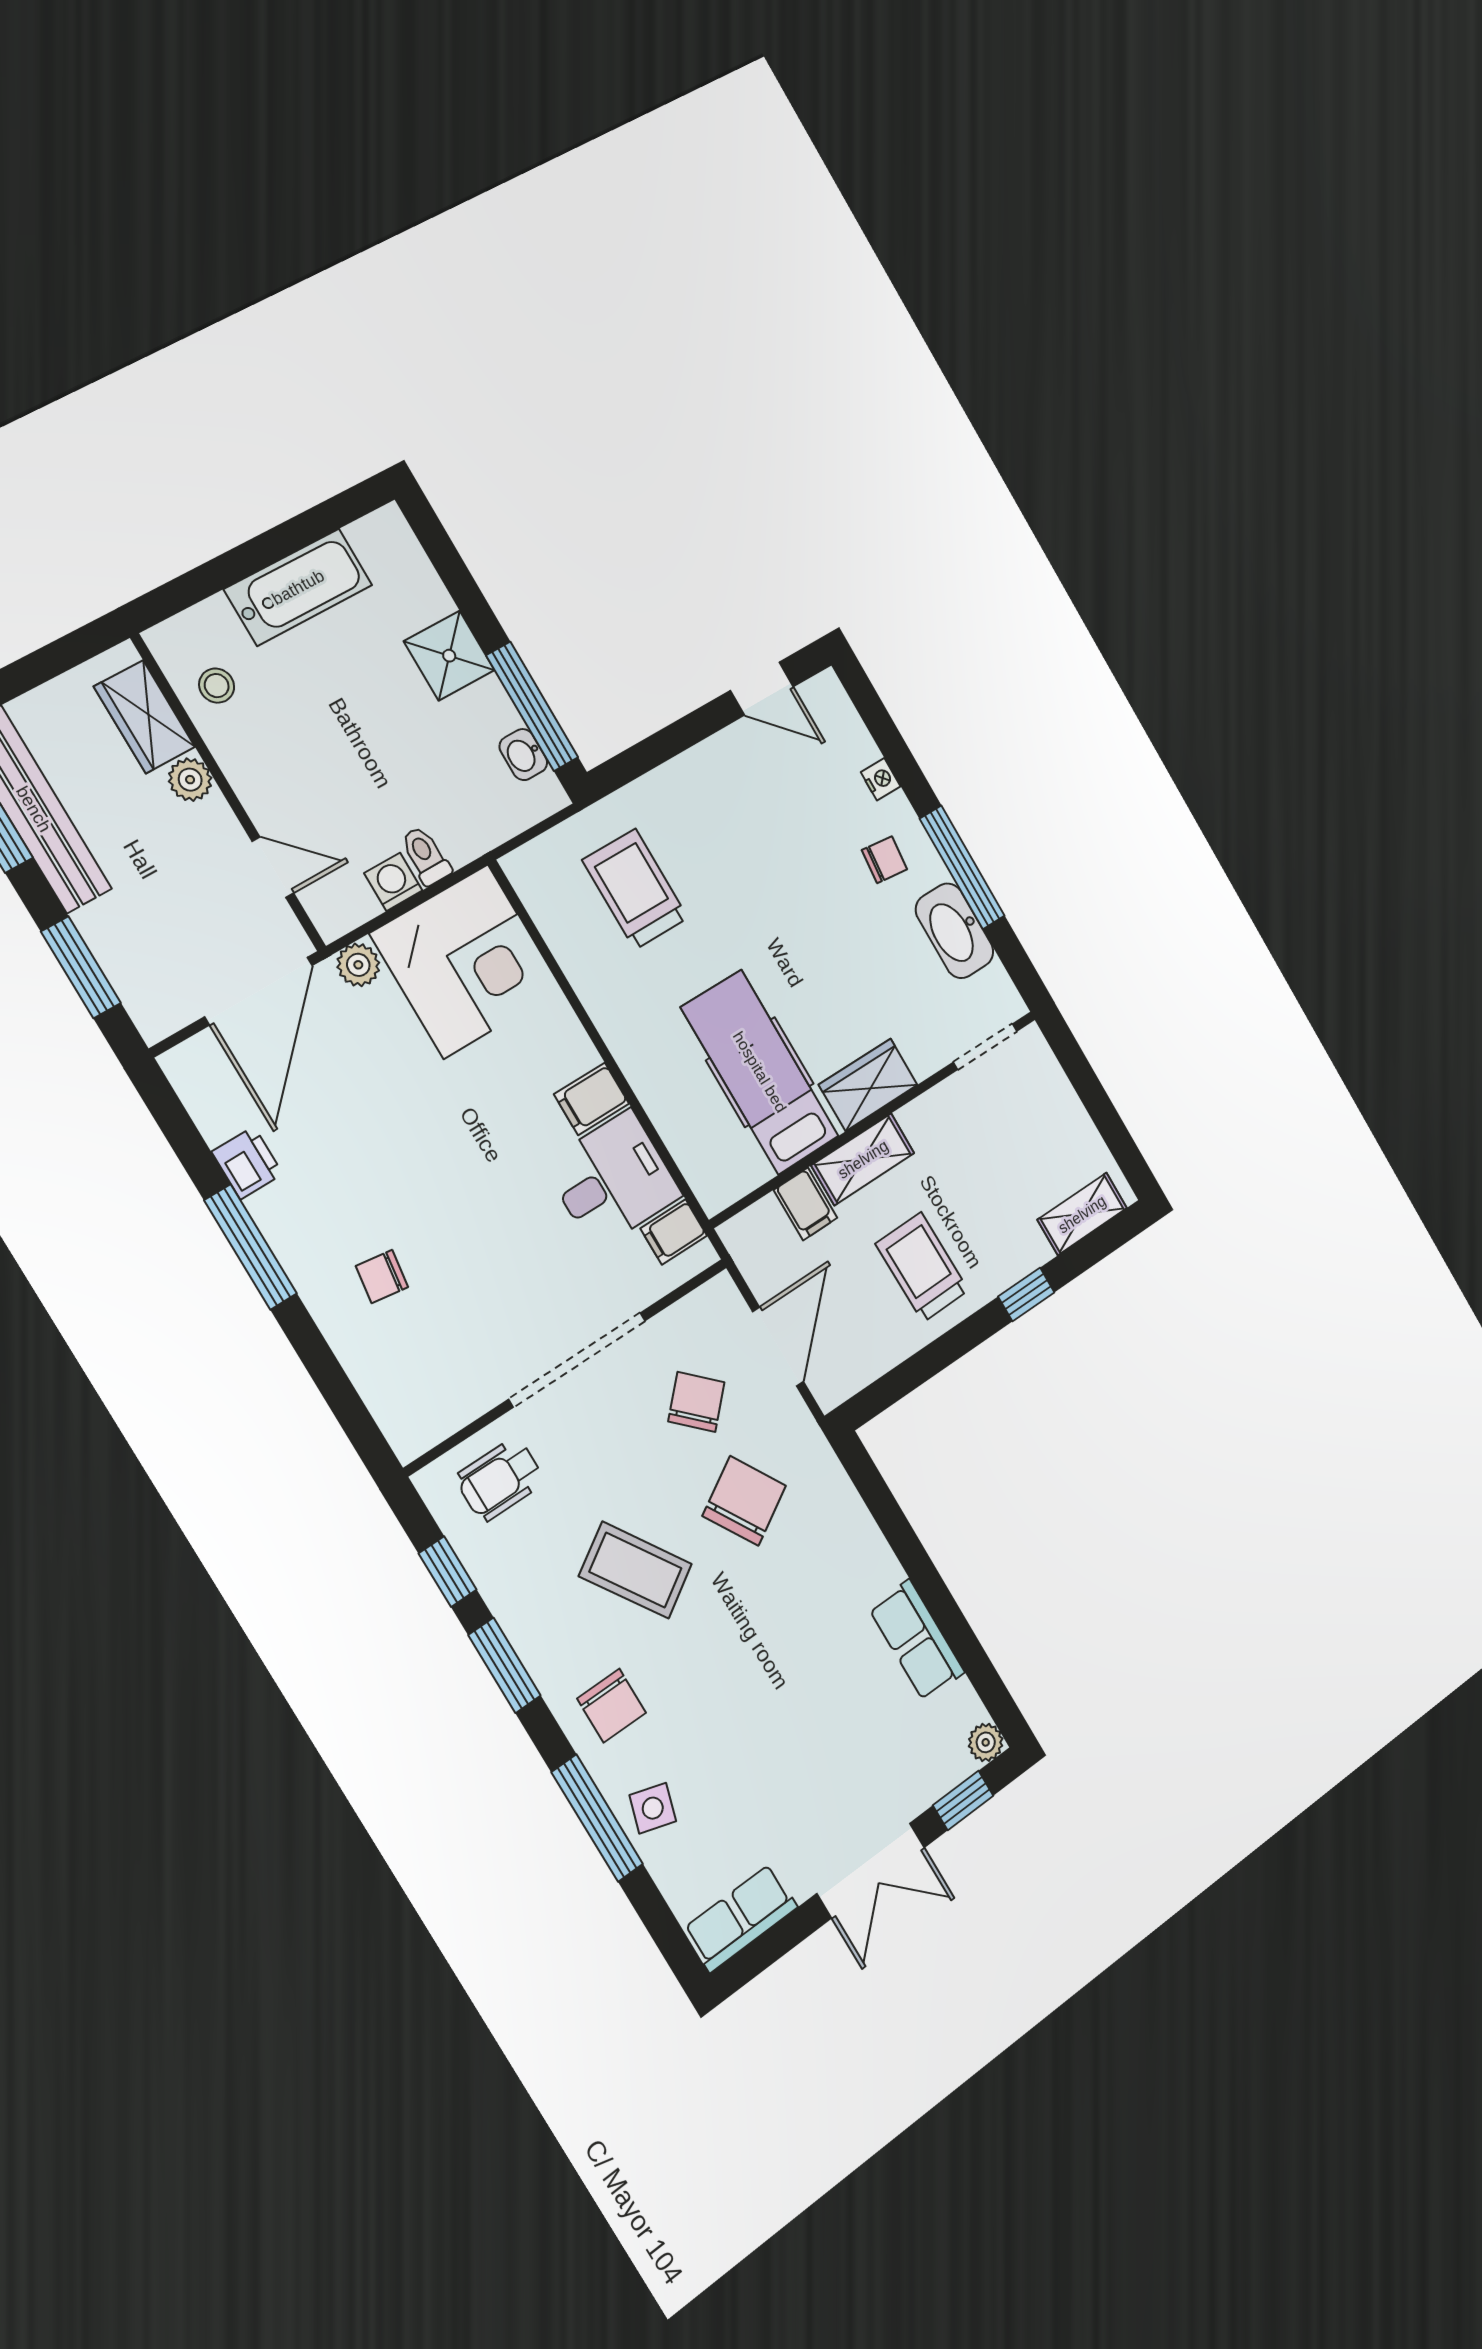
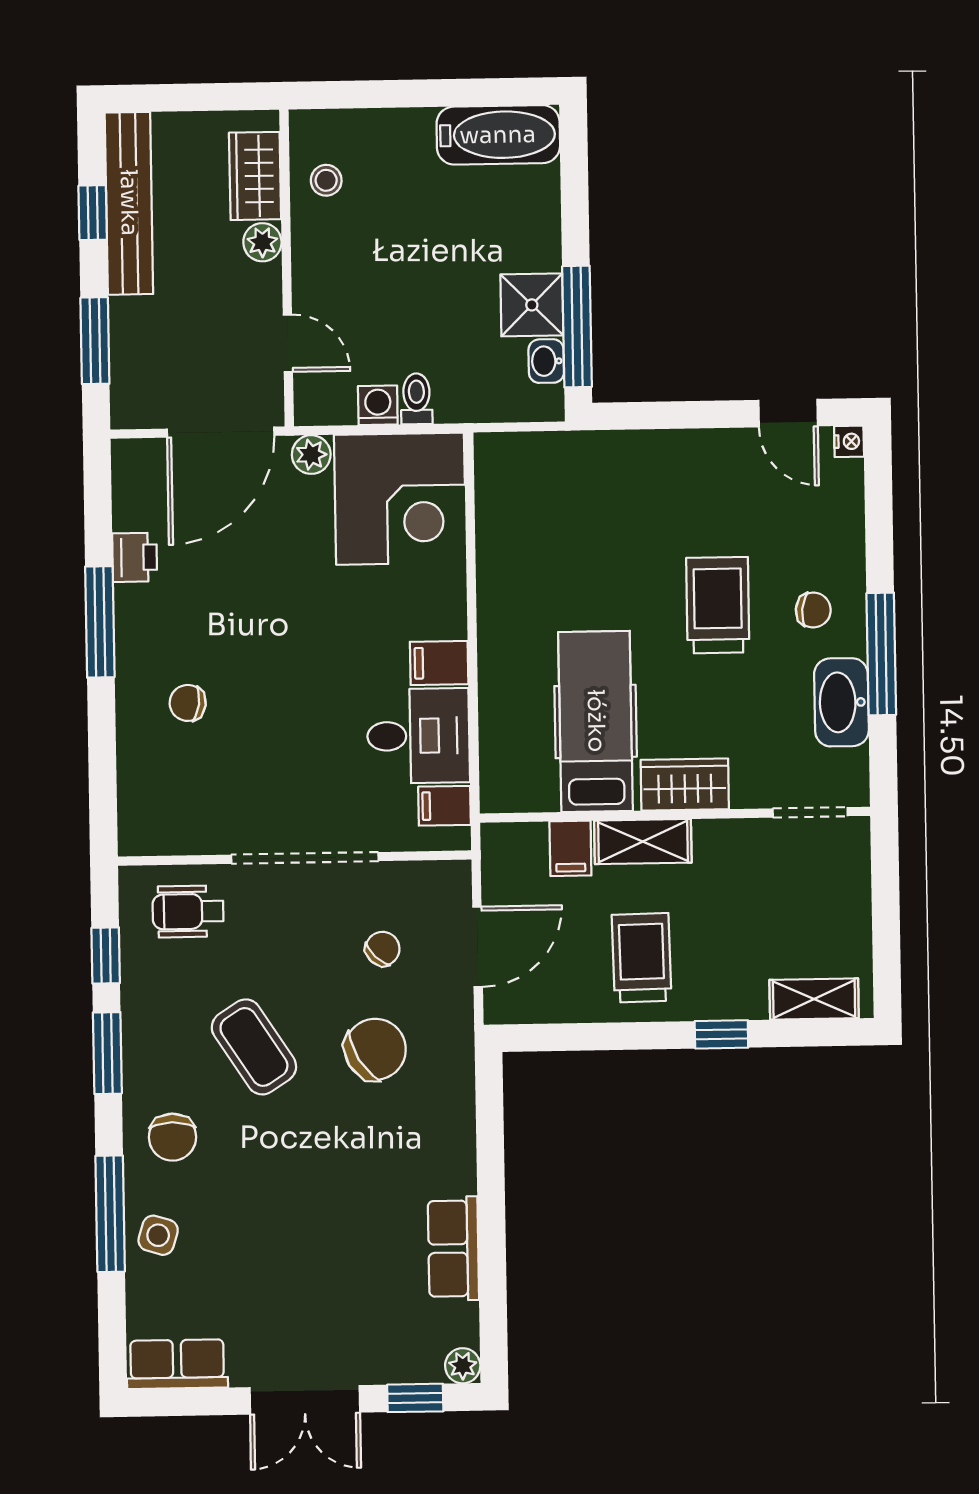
bathtub: (298, 587) -> (498, 135), moved
shower: (449, 656) -> (532, 305), moved
nightstand: (881, 779) -> (849, 441), moved
trolley: (635, 889) -> (718, 605), moved
chair: (696, 1402) -> (383, 949), width x0.73, depth x0.73

